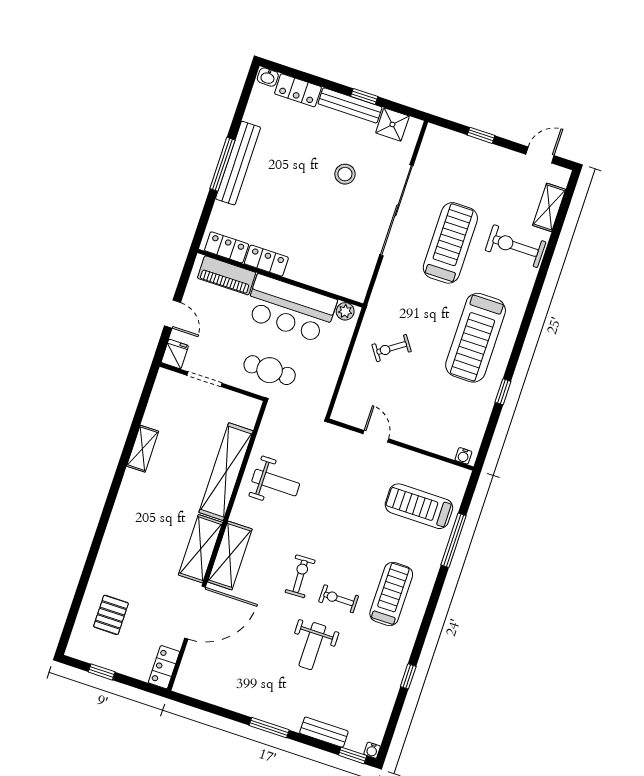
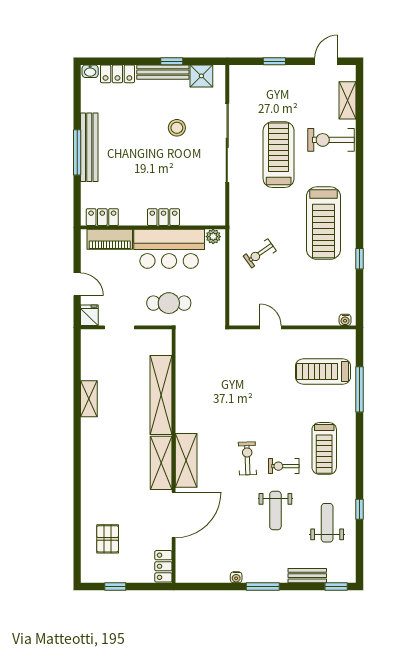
locker: (266, 261) -> (163, 217), moved
weight bench: (276, 483) -> (327, 523), moved, turned -90
treadmill: (391, 594) -> (324, 448), turned 180
water cooler: (372, 750) -> (236, 577), moved

